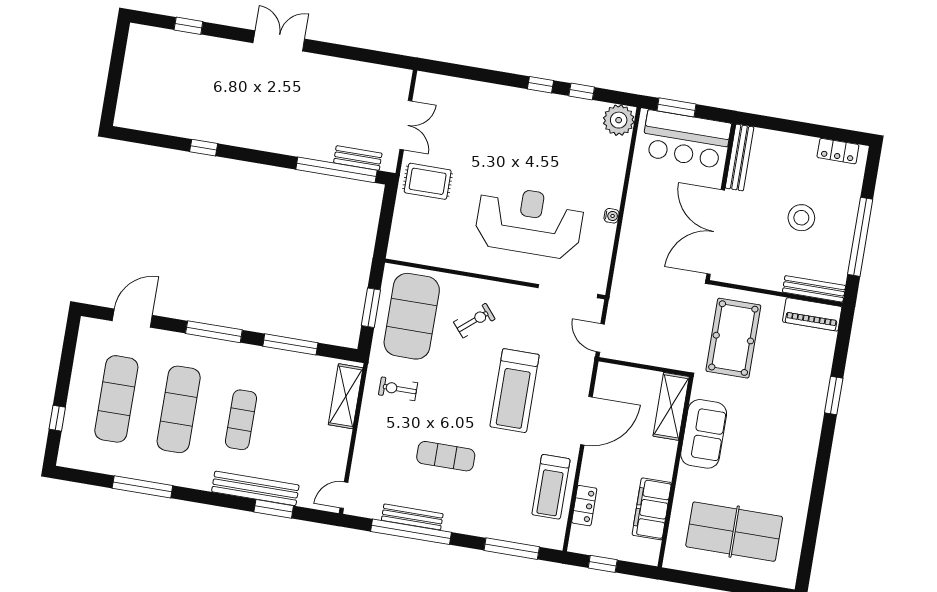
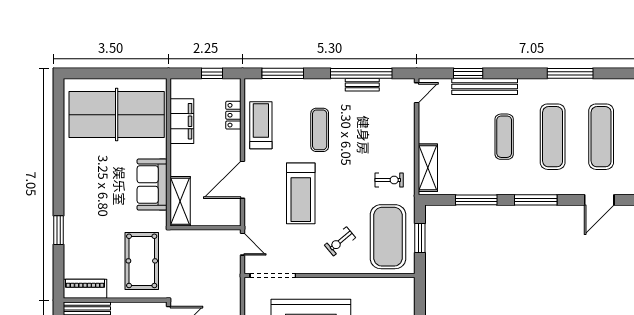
treadmill: (515, 391) -> (301, 193), turned 180
exercise mat: (446, 456) -> (320, 130), moved, turned 90
bench: (412, 517) -> (362, 85), width x0.73
table tennis table: (734, 532) -> (117, 115), width x1.36, depth x1.32

